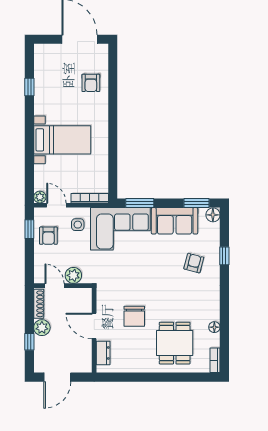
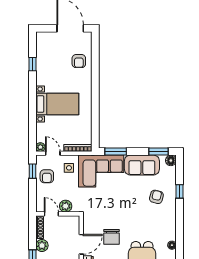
door: (94, 326) -> (81, 244), swing flipped

